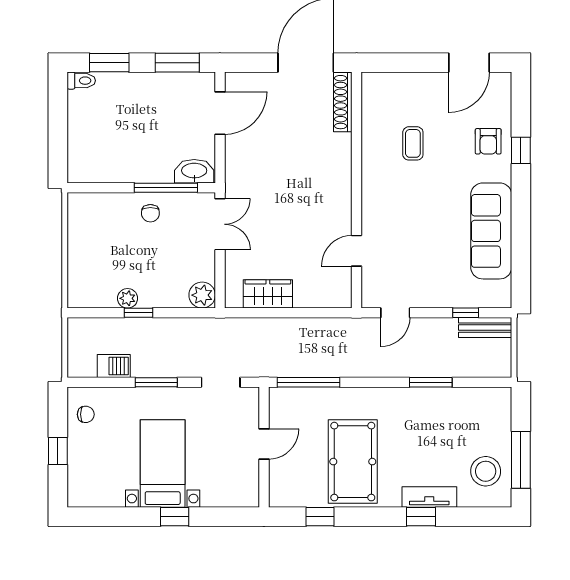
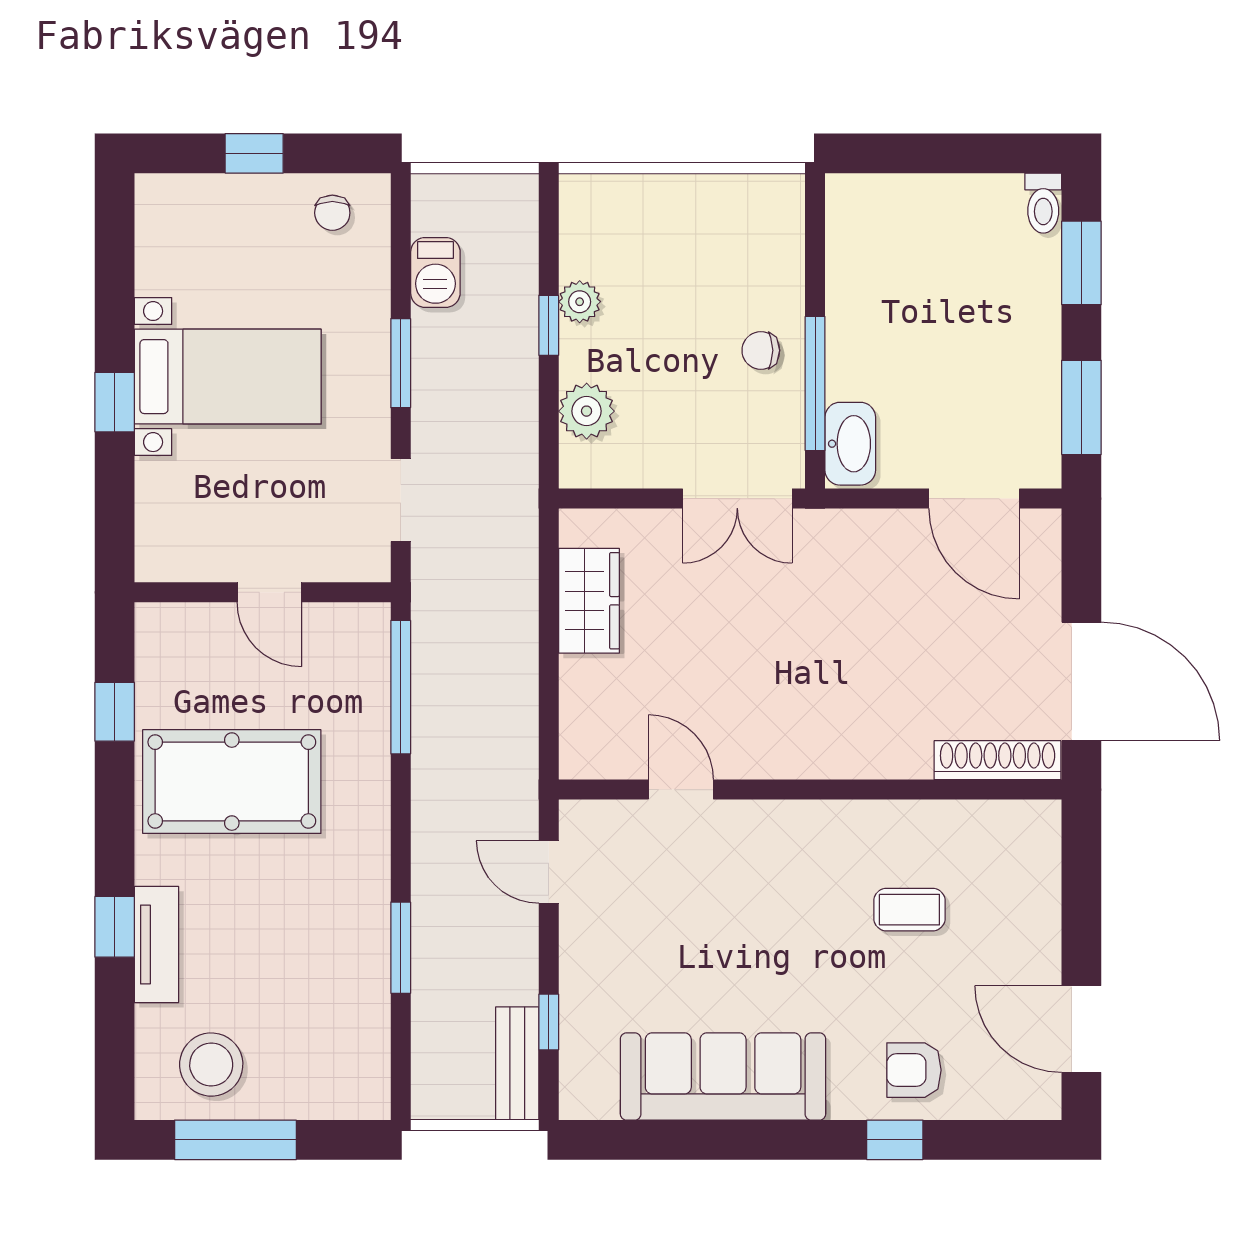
plant: (202, 295) -> (587, 411), moved

